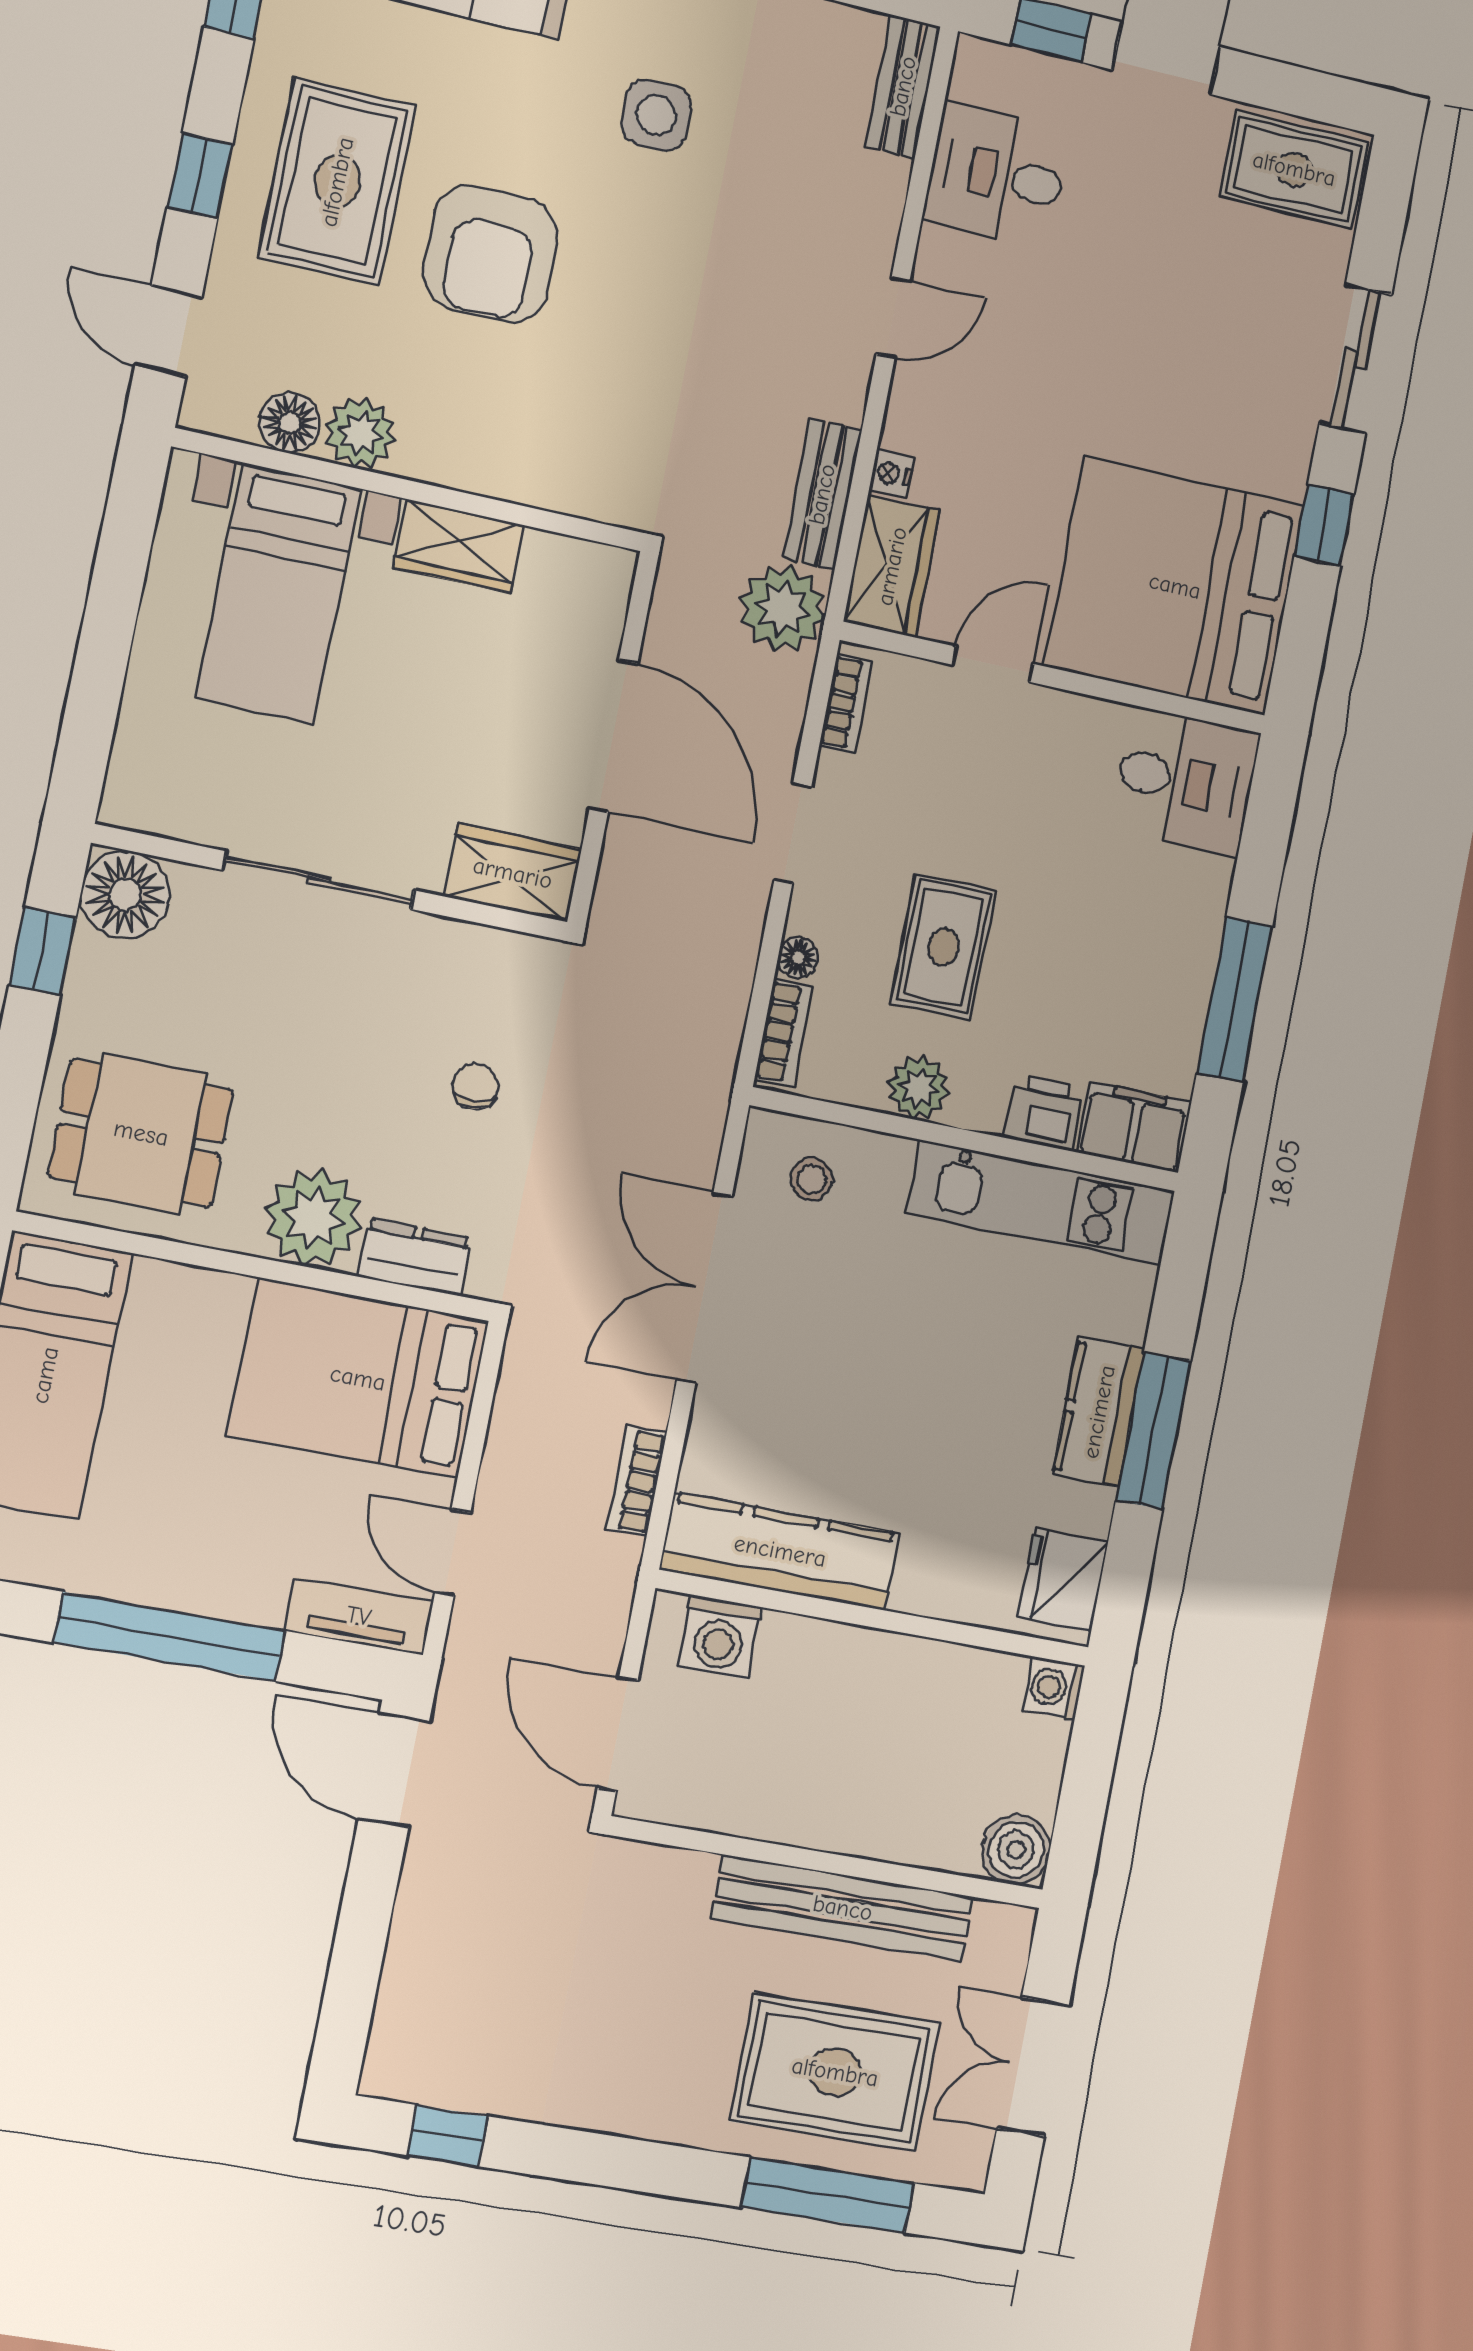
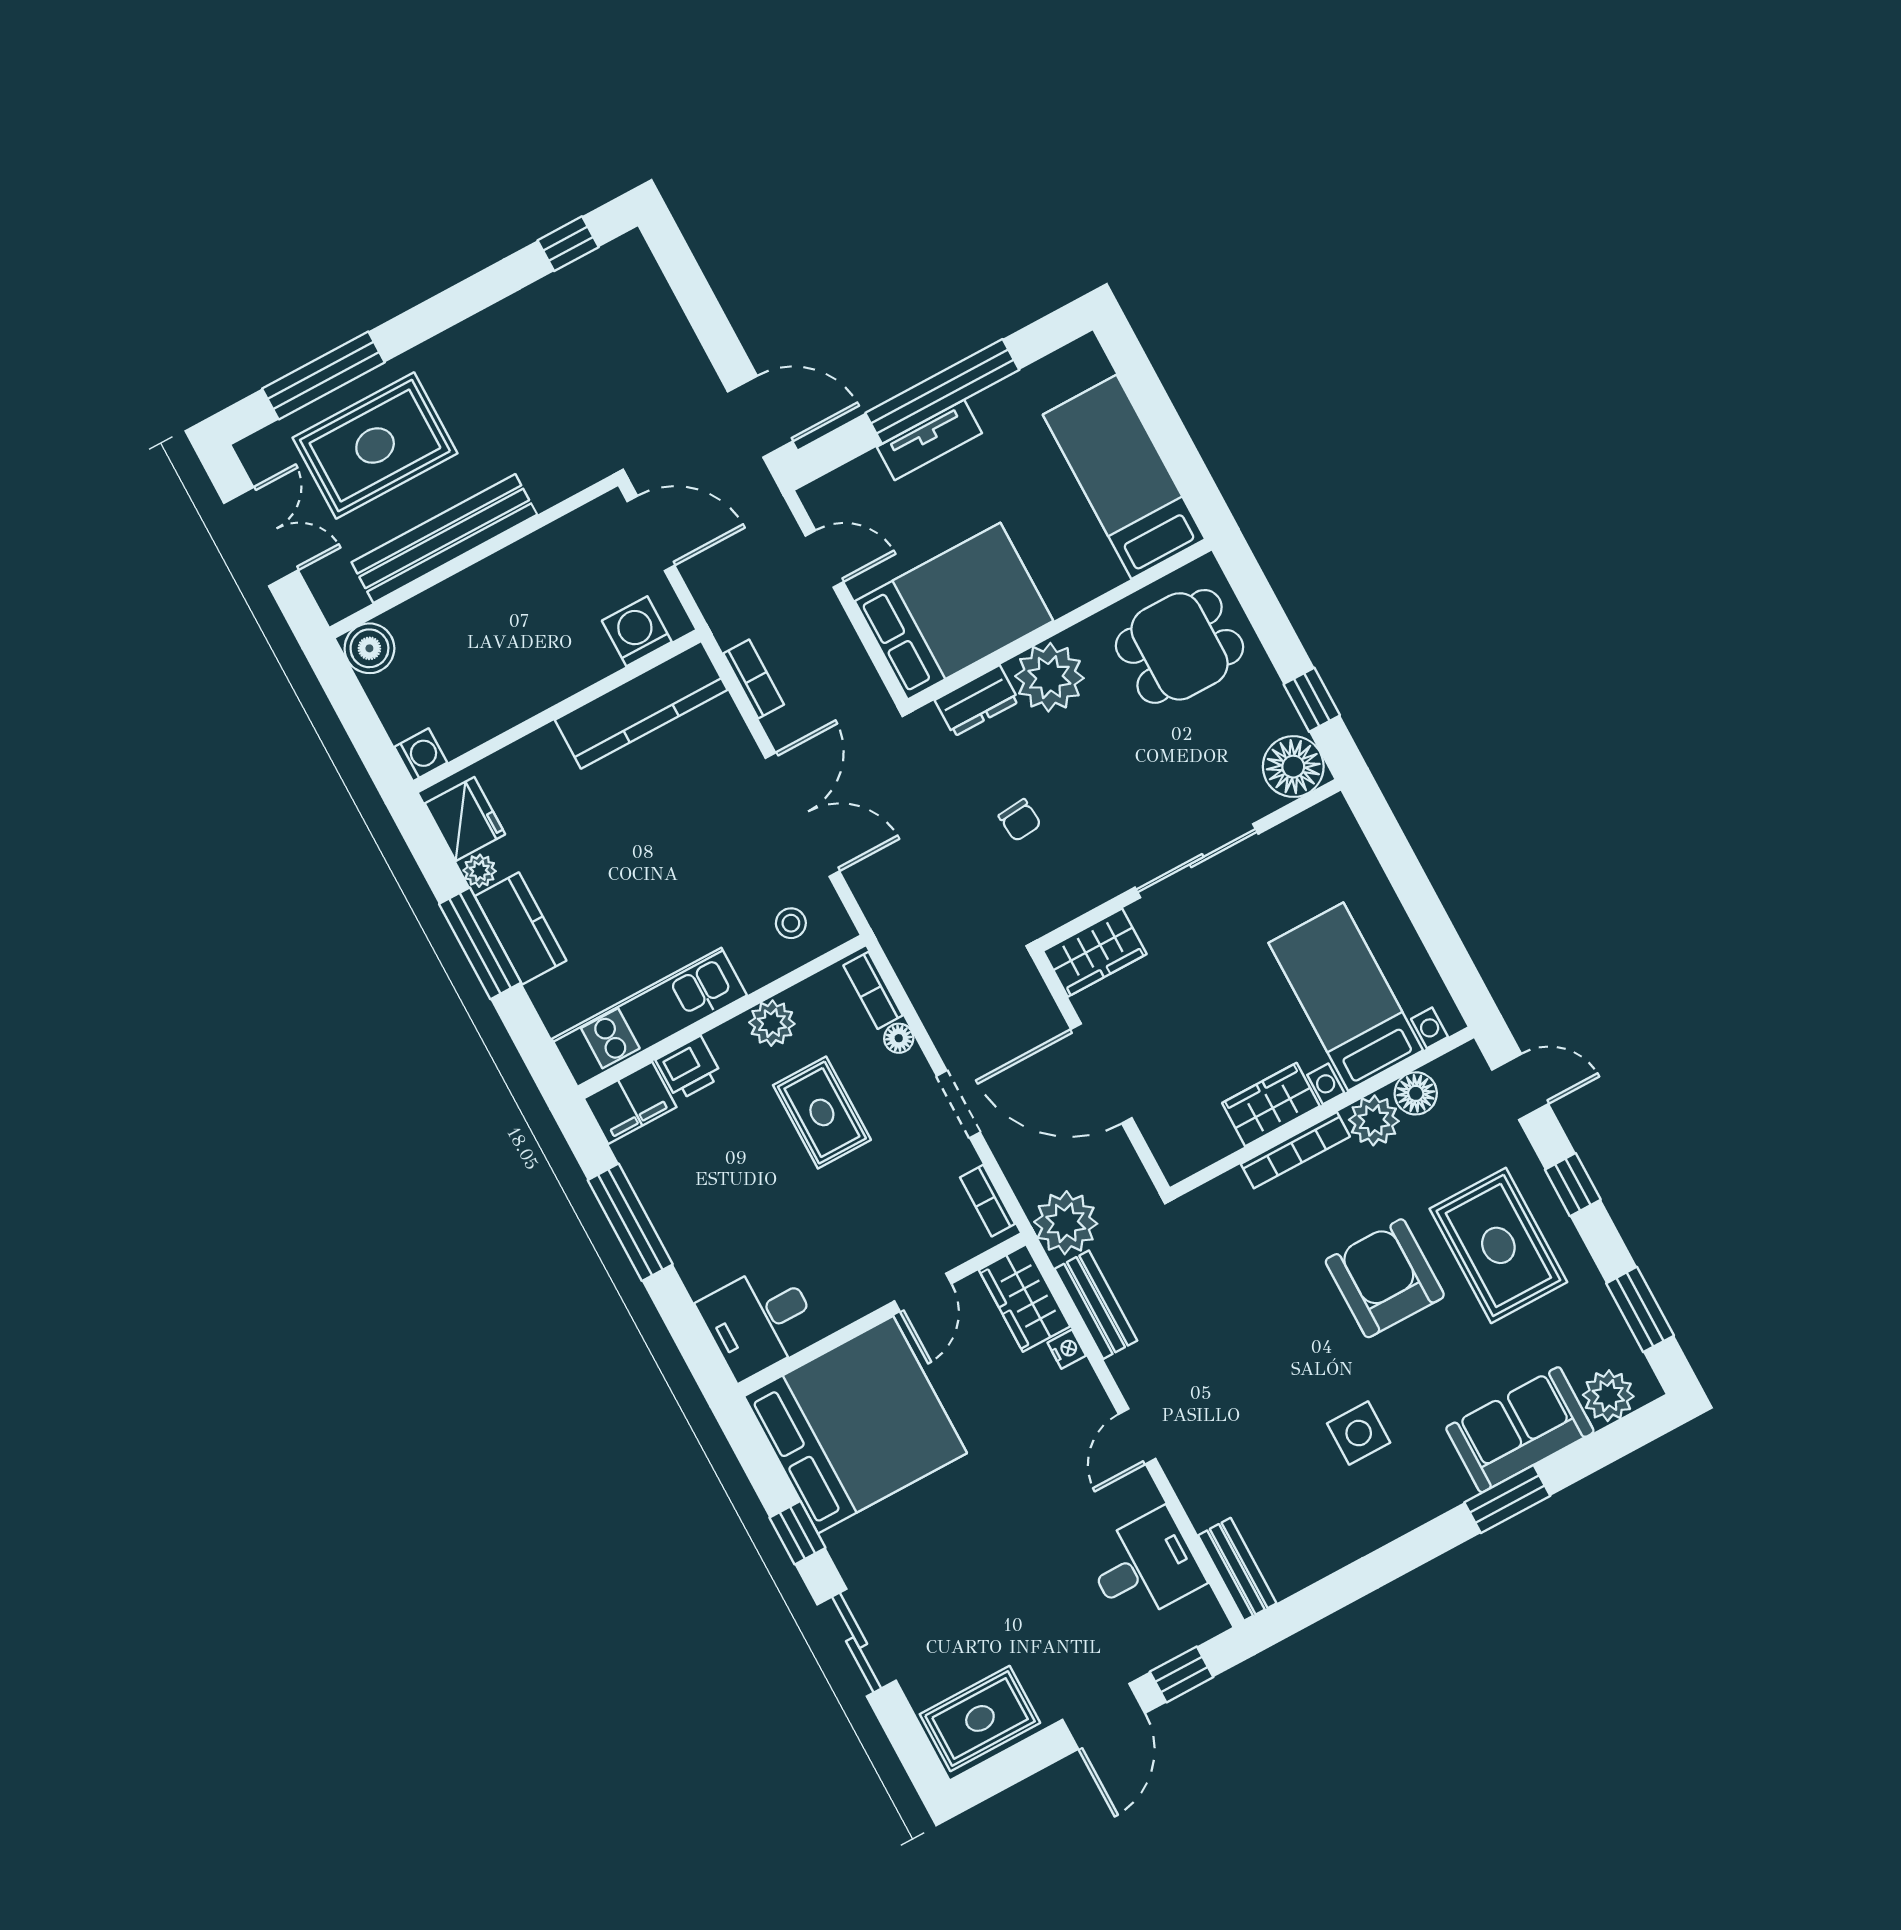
bookcase: (473, 474) -> (1295, 1150), added
plant: (1092, 1510) -> (480, 871), added
tv unit: (359, 1616) -> (929, 440), moved

